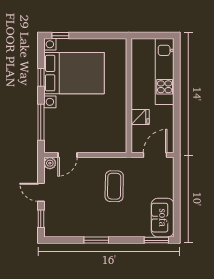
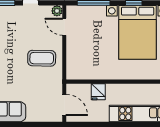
coffee table: (114, 186) -> (42, 58), moved

